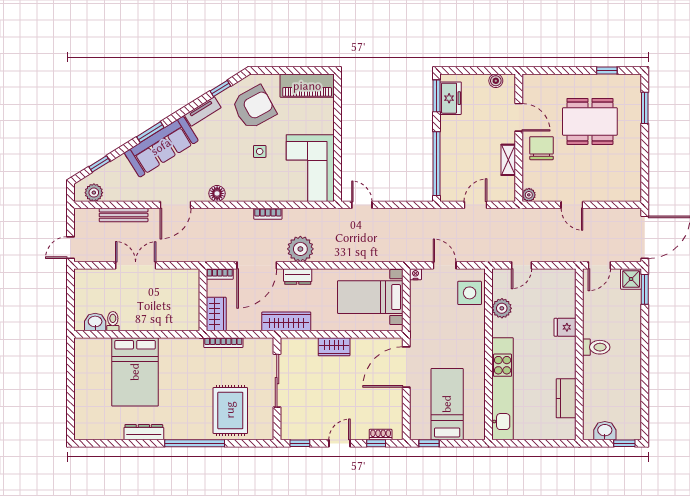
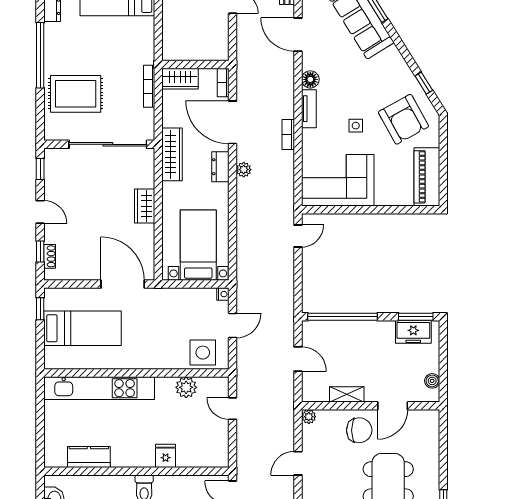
tv unit: (203, 111) -> (309, 109), moved, turned -148
plant: (300, 249) -> (244, 170), width x0.53, depth x0.53
sliding door: (277, 381) -> (108, 144), width x1.36

